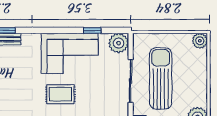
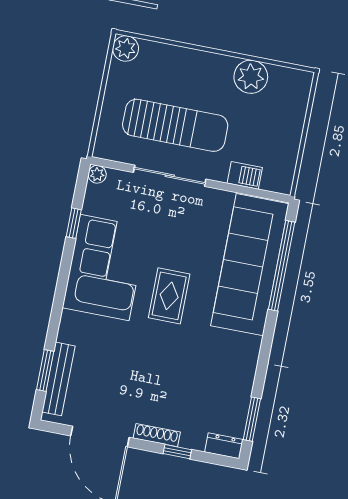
plant: (119, 43) -> (97, 174), width x0.53, depth x0.53
sun lounger: (161, 78) -> (175, 125), turned 180

